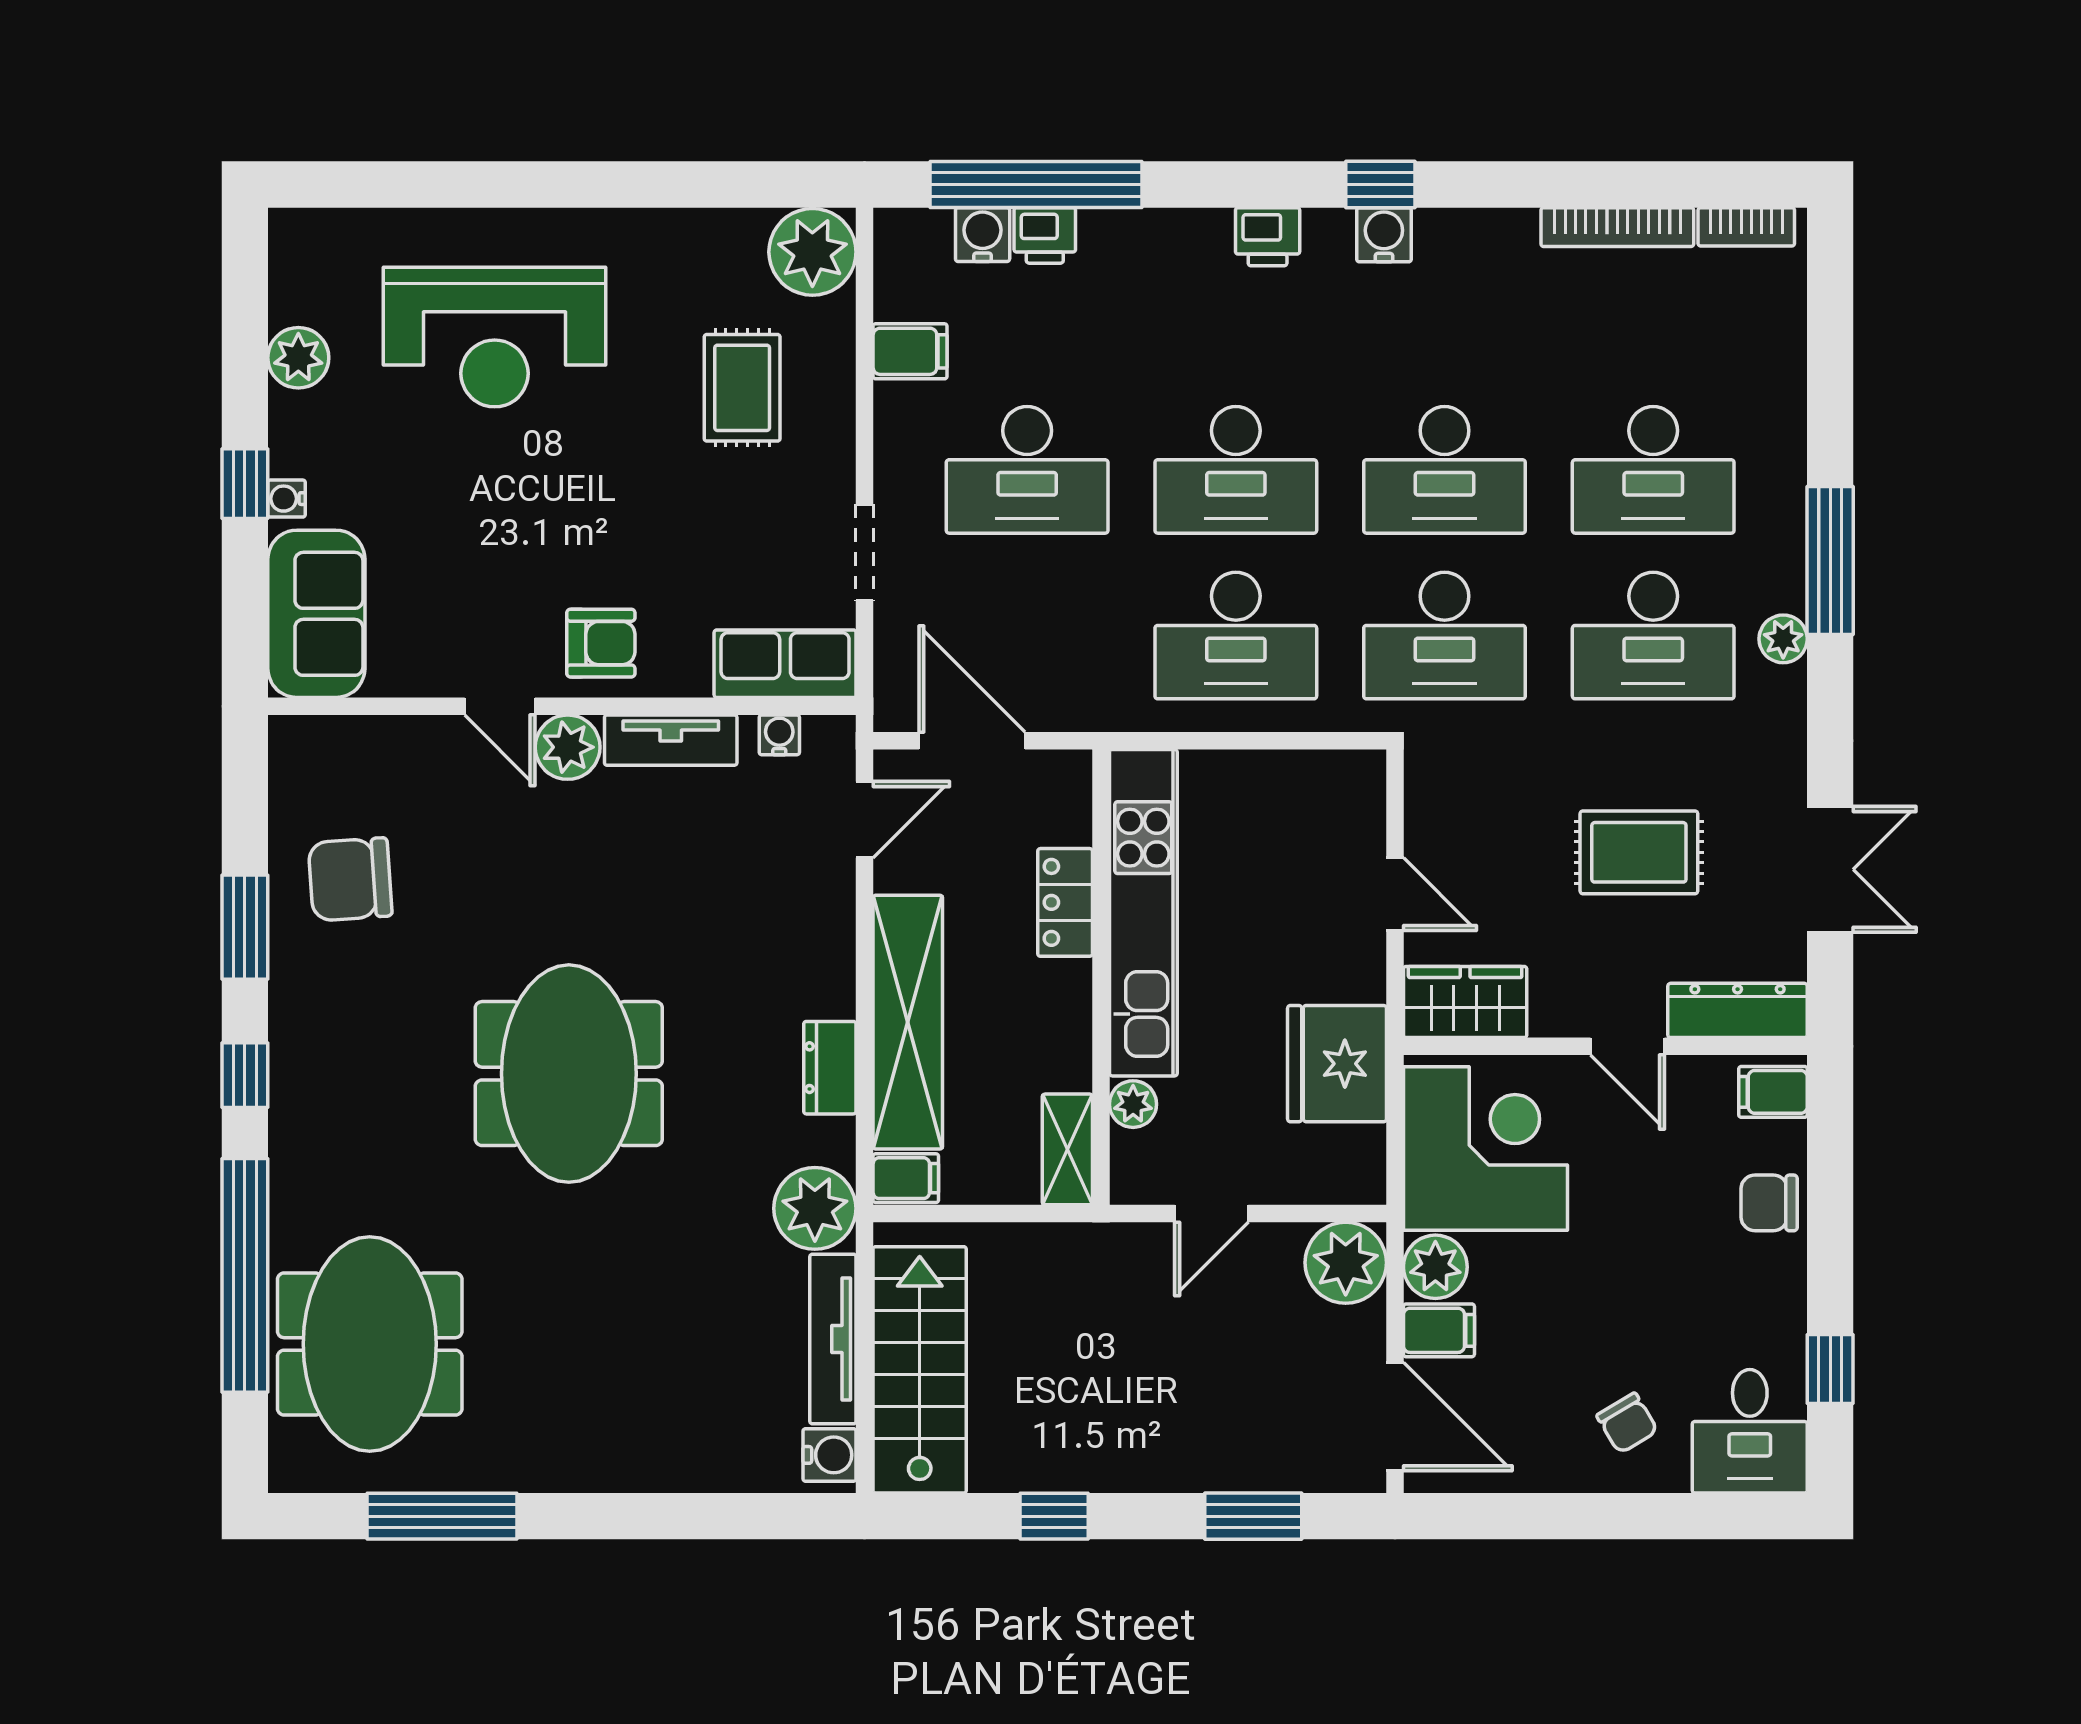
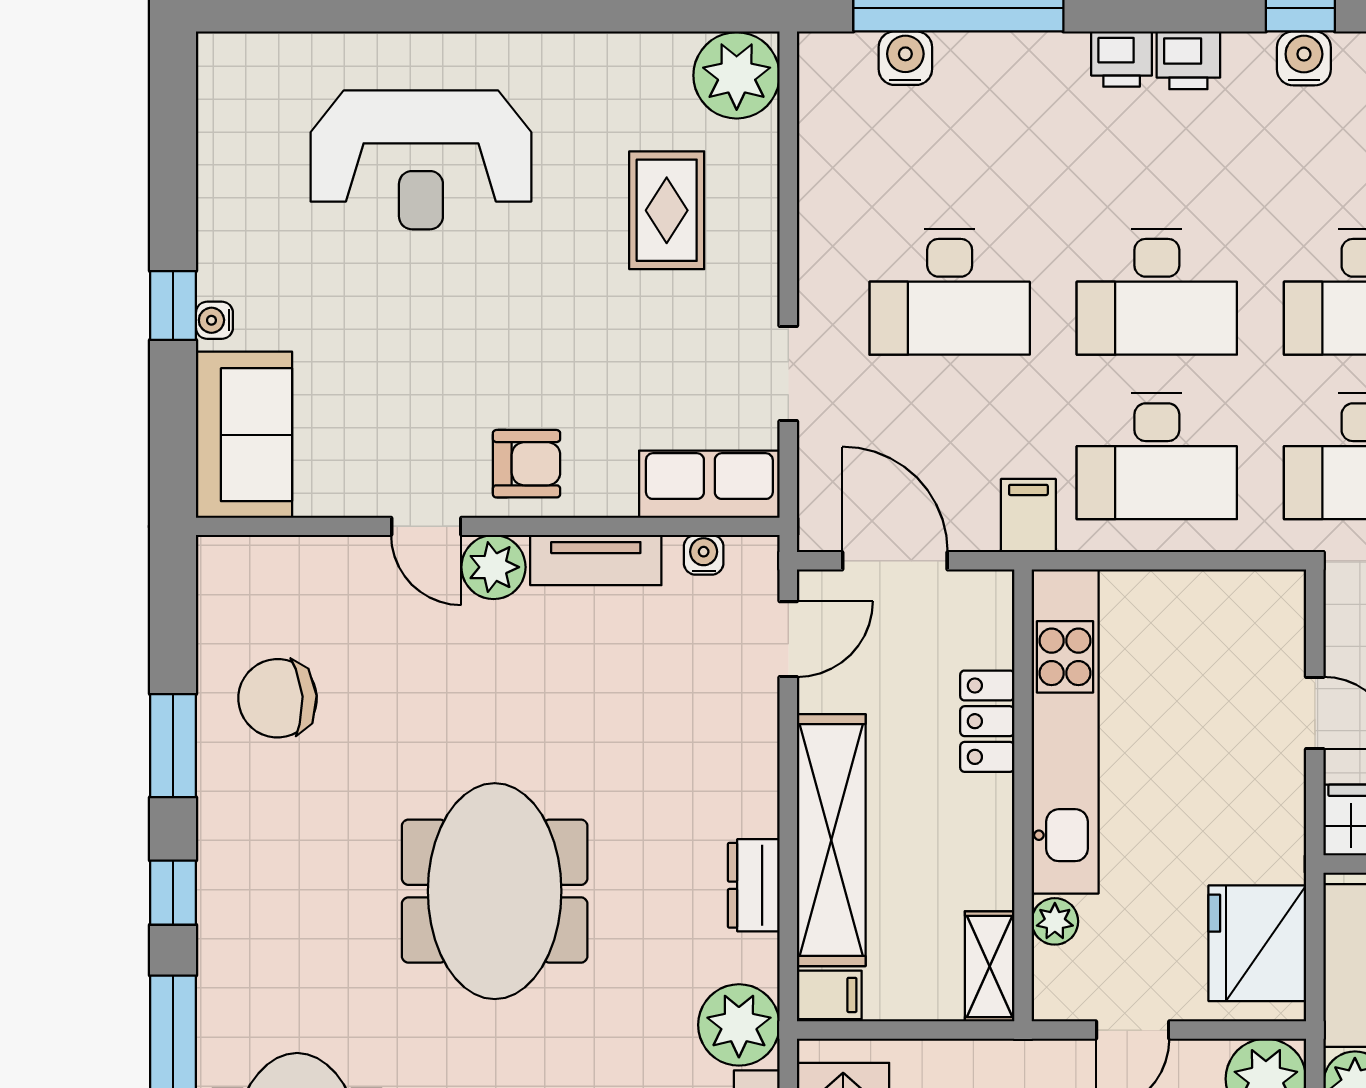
printer: (1045, 235) -> (1122, 59), moved
filing cabinet: (910, 351) -> (1028, 516), moved, turned -90
plant: (298, 358) -> (226, 180), removed
fridge: (1337, 1064) -> (1257, 943), moved

